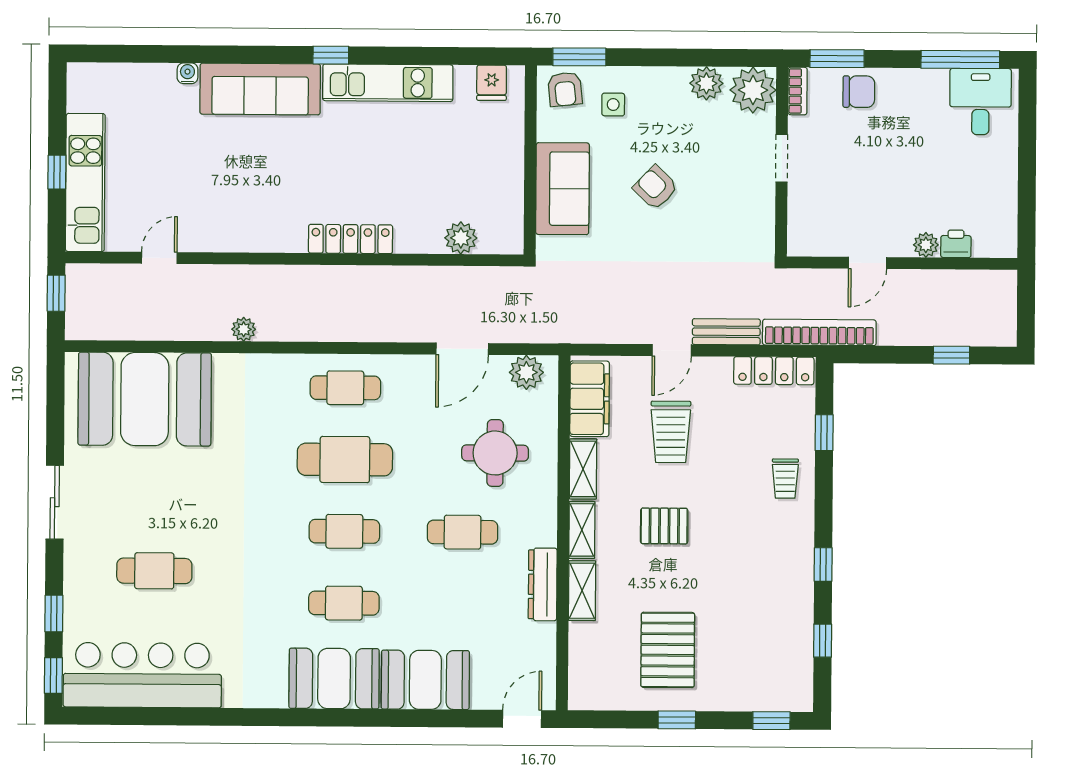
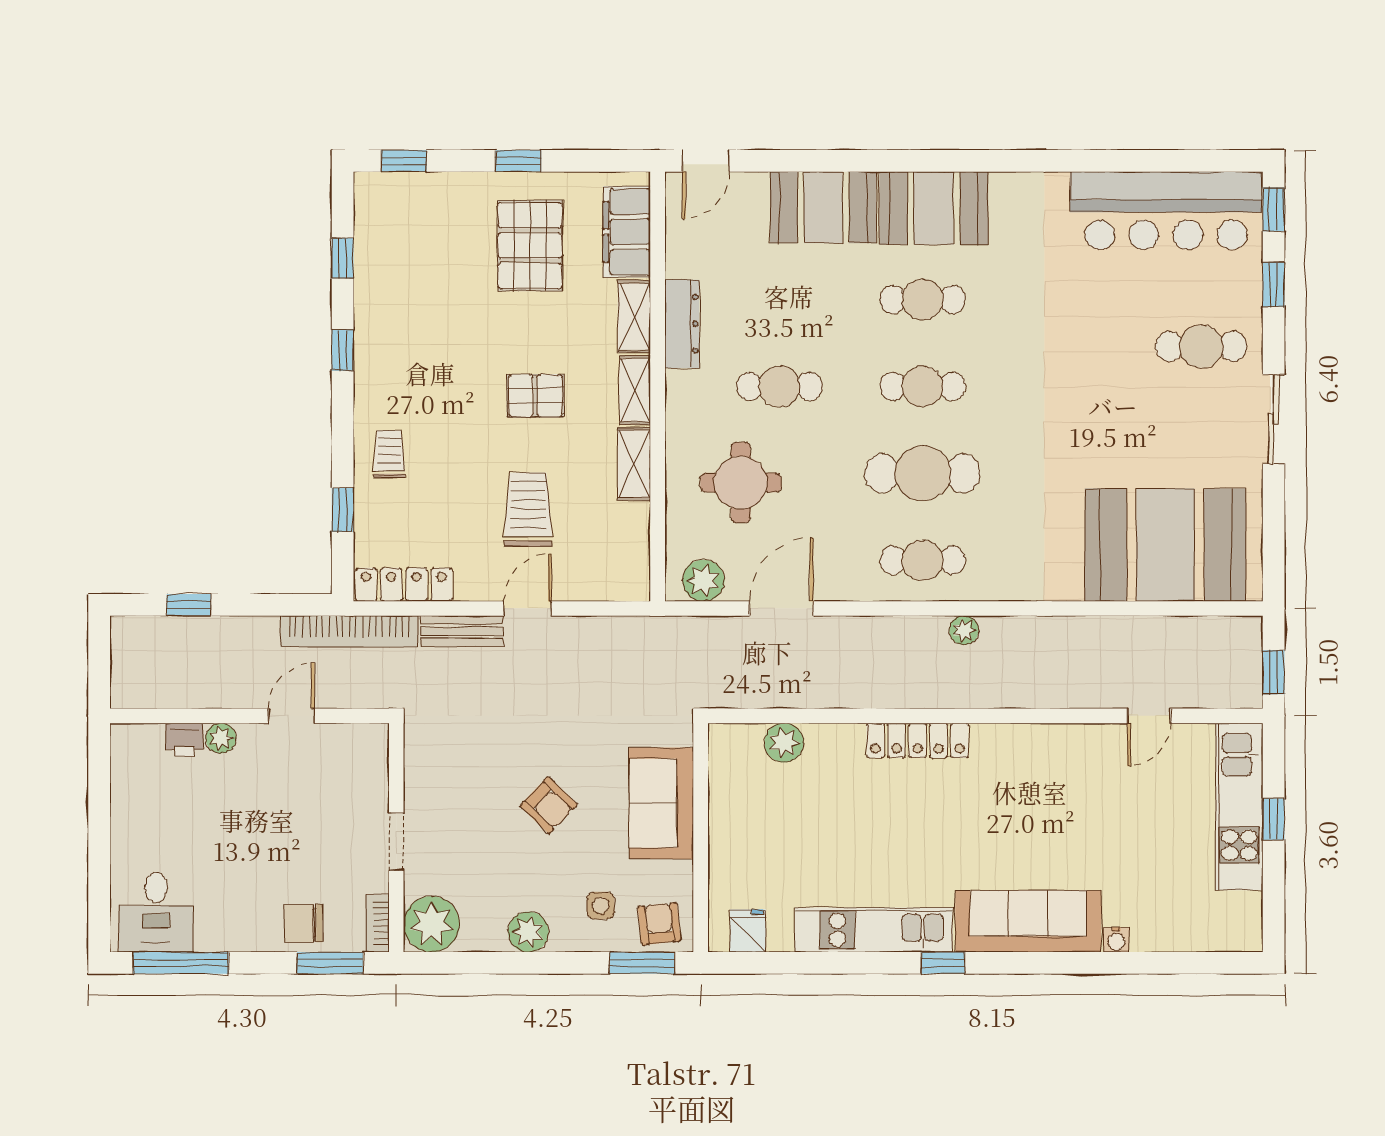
plant: (706, 83) -> (528, 932), moved
plant: (244, 329) -> (964, 630), moved
filing cabinet: (590, 399) -> (627, 232), moved
cafe table: (154, 571) -> (1201, 346), moved

